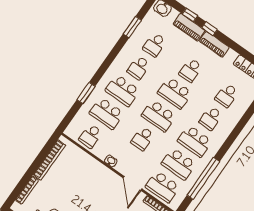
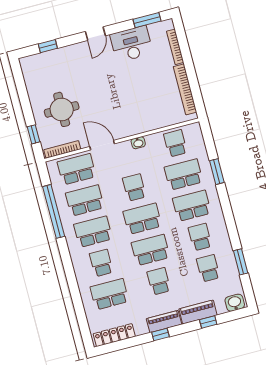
window: (209, 29) -> (160, 334), moved
school desk: (227, 96) -> (109, 294), width x1.85

